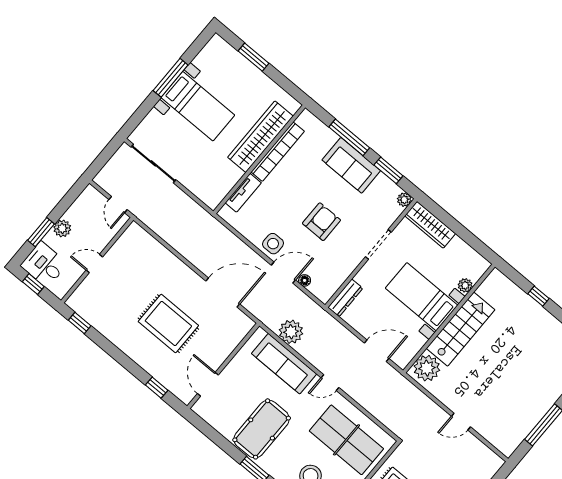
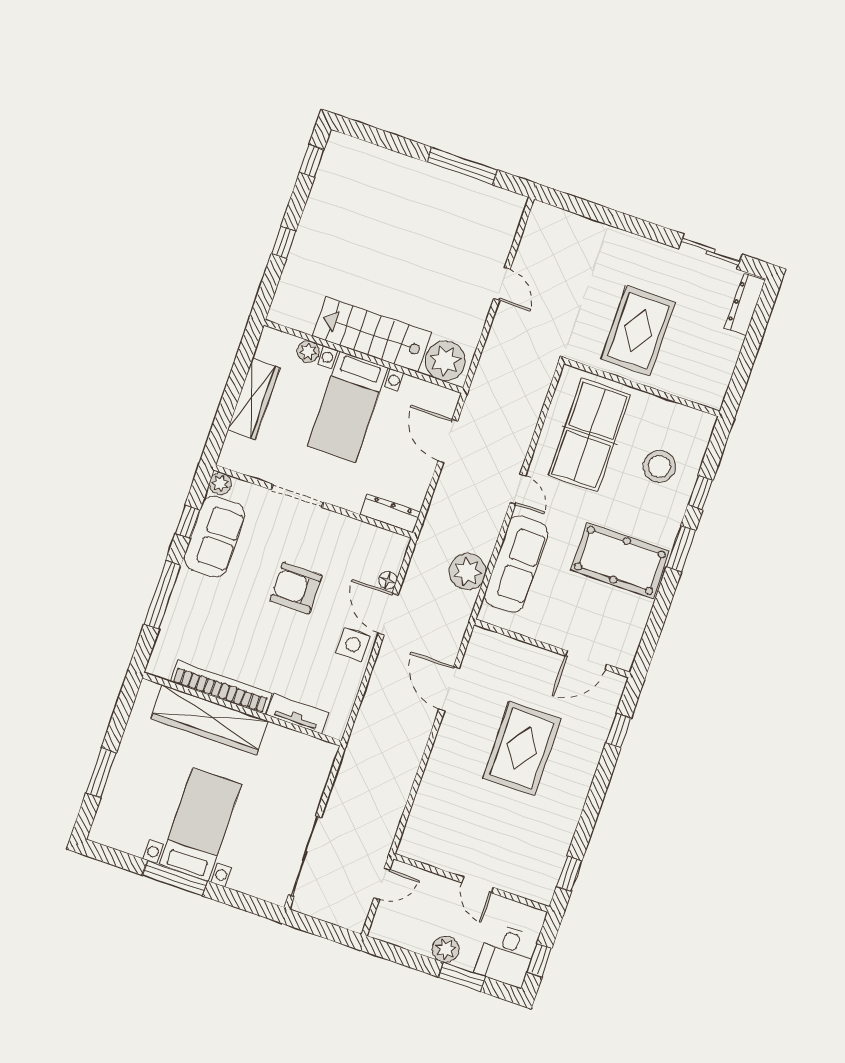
sofa: (351, 165) -> (214, 536), moved
window: (388, 170) -> (188, 522), width x0.67
wardrobe: (430, 225) -> (254, 399), moved
door: (223, 293) -> (449, 689), width x0.73

